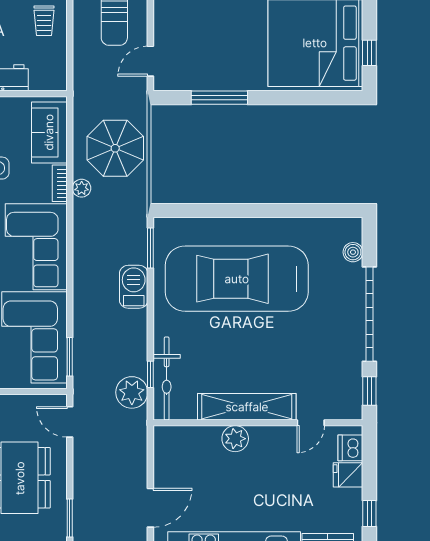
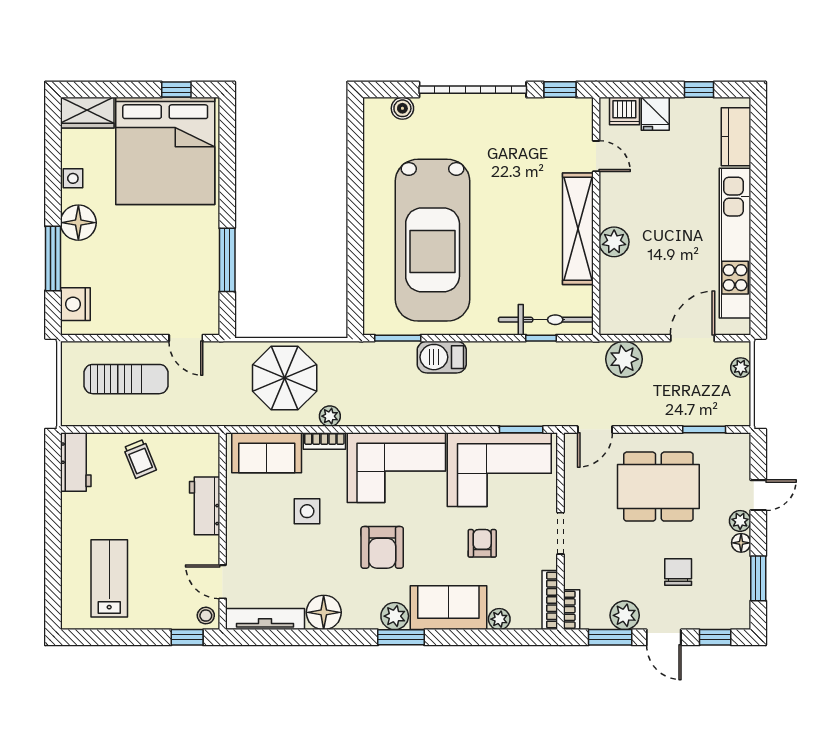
trolley: (44, 21) -> (140, 459), turned 68
plant: (132, 392) -> (624, 359), moved
door: (150, 508) -> (692, 338), hinge flipped

